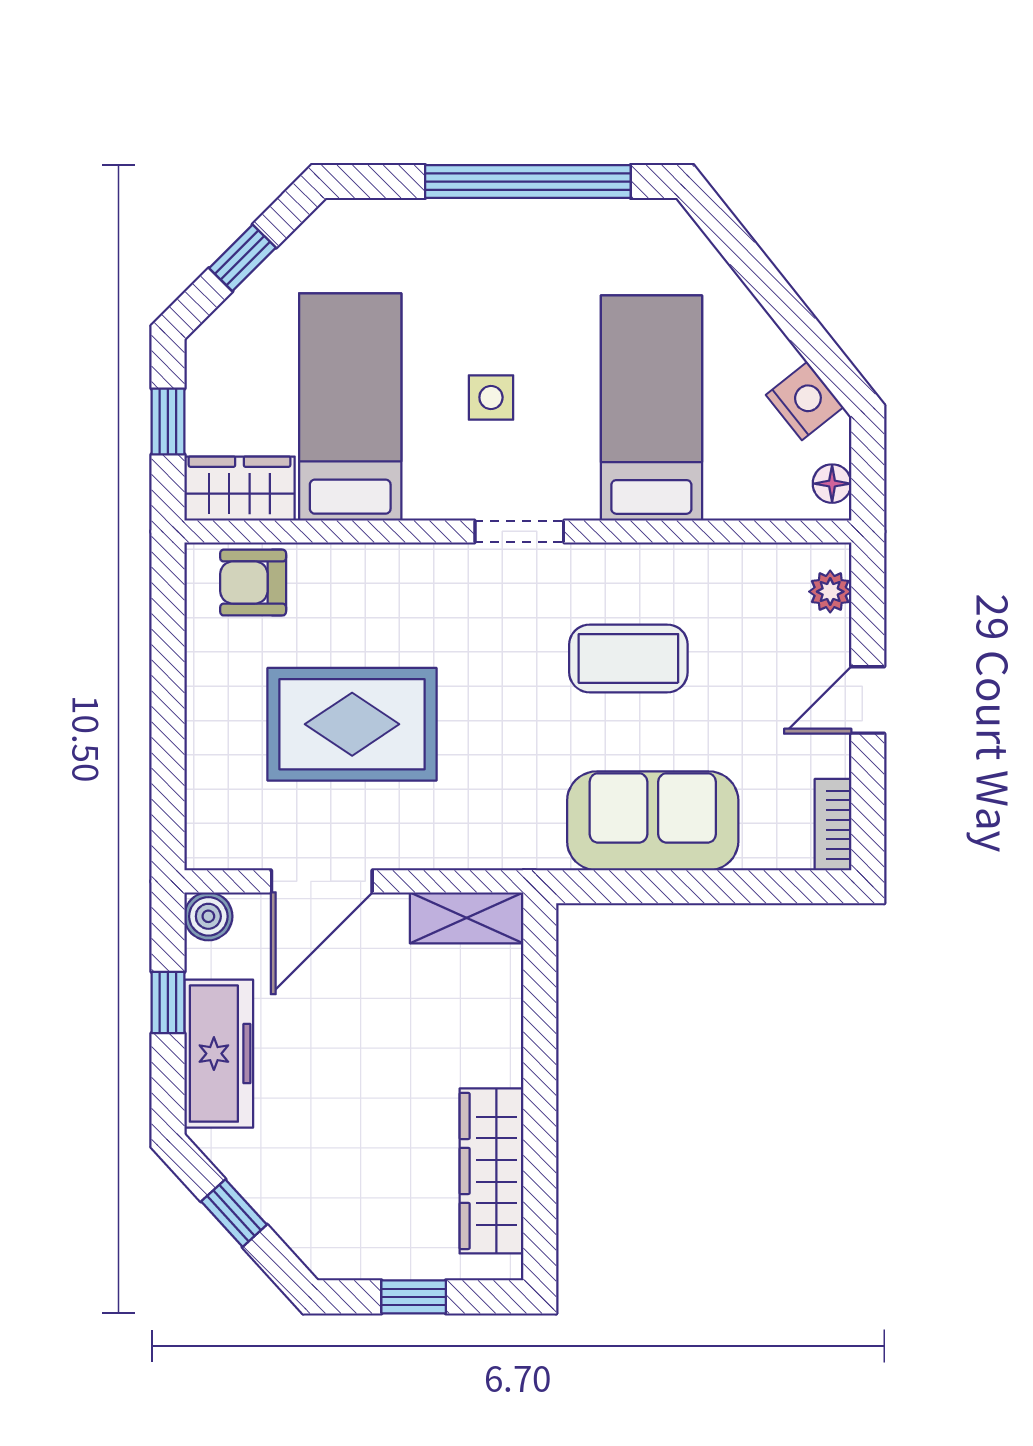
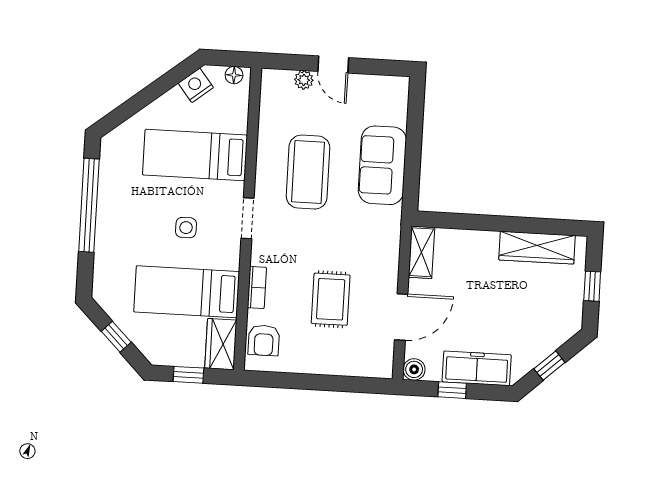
plant: (830, 592) -> (304, 80), moved
coffee table: (628, 658) -> (308, 172), width x1.36, depth x1.32
rug: (352, 724) -> (331, 299), width x0.73, depth x0.70
bookcase: (833, 825) -> (257, 287), moved, turned -90
door: (322, 881) -> (401, 317), hinge flipped

